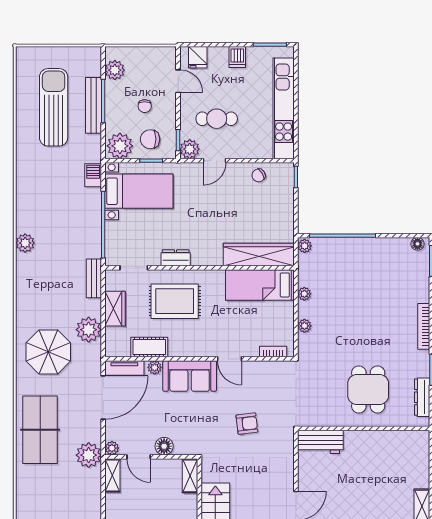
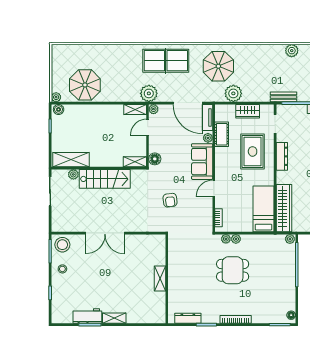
dresser: (176, 258) -> (282, 156), width x1.44
bench: (94, 278) -> (284, 97), moved
plant: (304, 294) -> (226, 239), moved
dining table: (368, 389) -> (233, 270), moved
shelving: (363, 439) -> (160, 278), added
workbench: (320, 442) -> (158, 250), removed
floor lamp: (164, 446) -> (155, 159), moved

